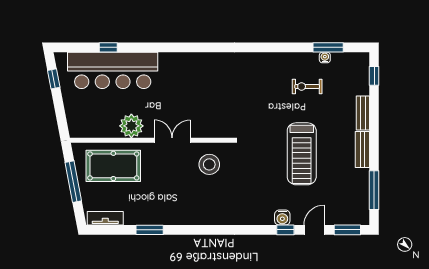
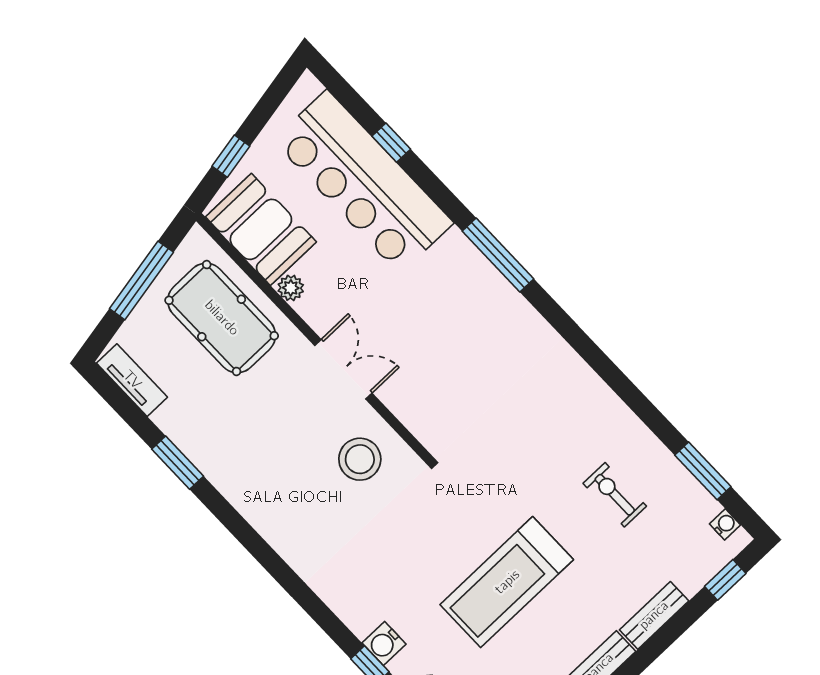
window: (184, 47) -> (498, 255), added
water cooler: (325, 58) -> (725, 524), moved
window: (54, 79) -> (231, 156), moved
booth: (95, 122) -> (261, 229), added
plant: (131, 126) -> (291, 288), width x0.53, depth x0.53

